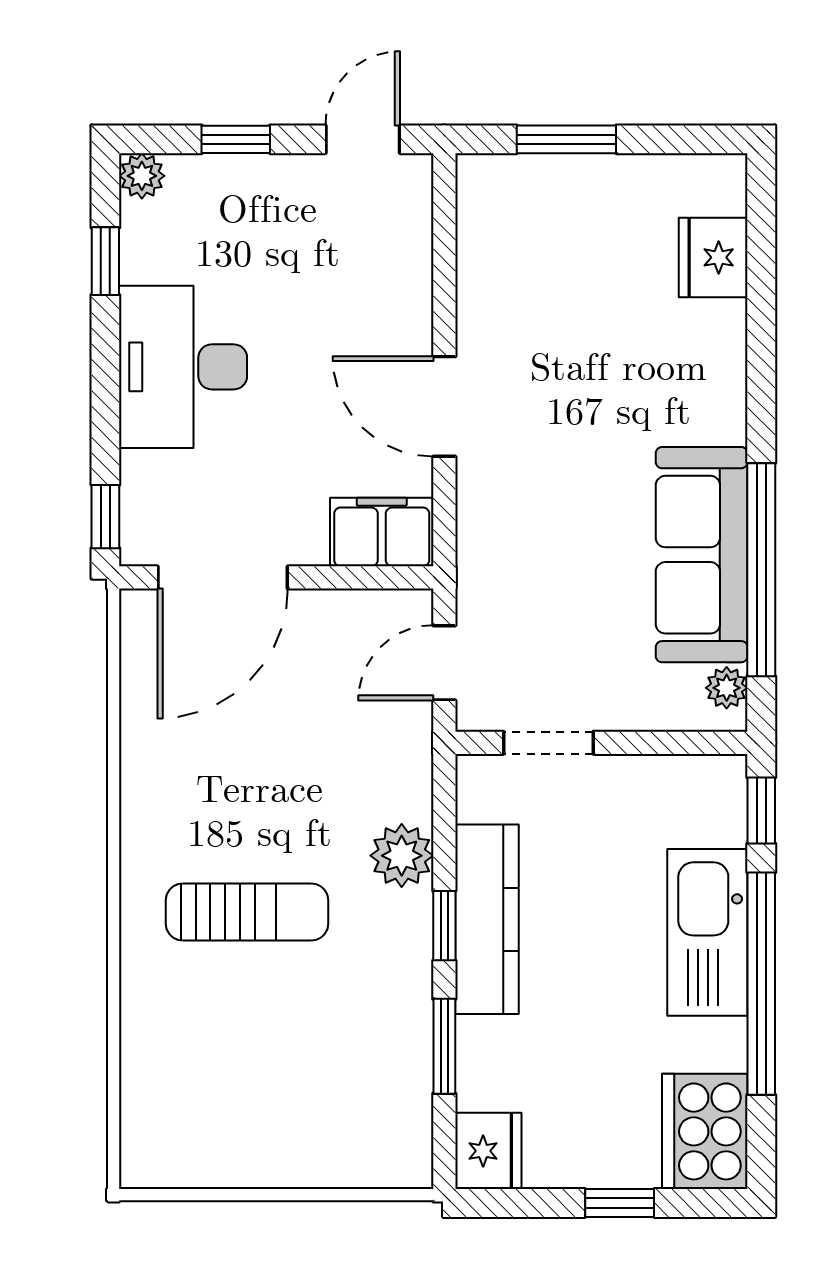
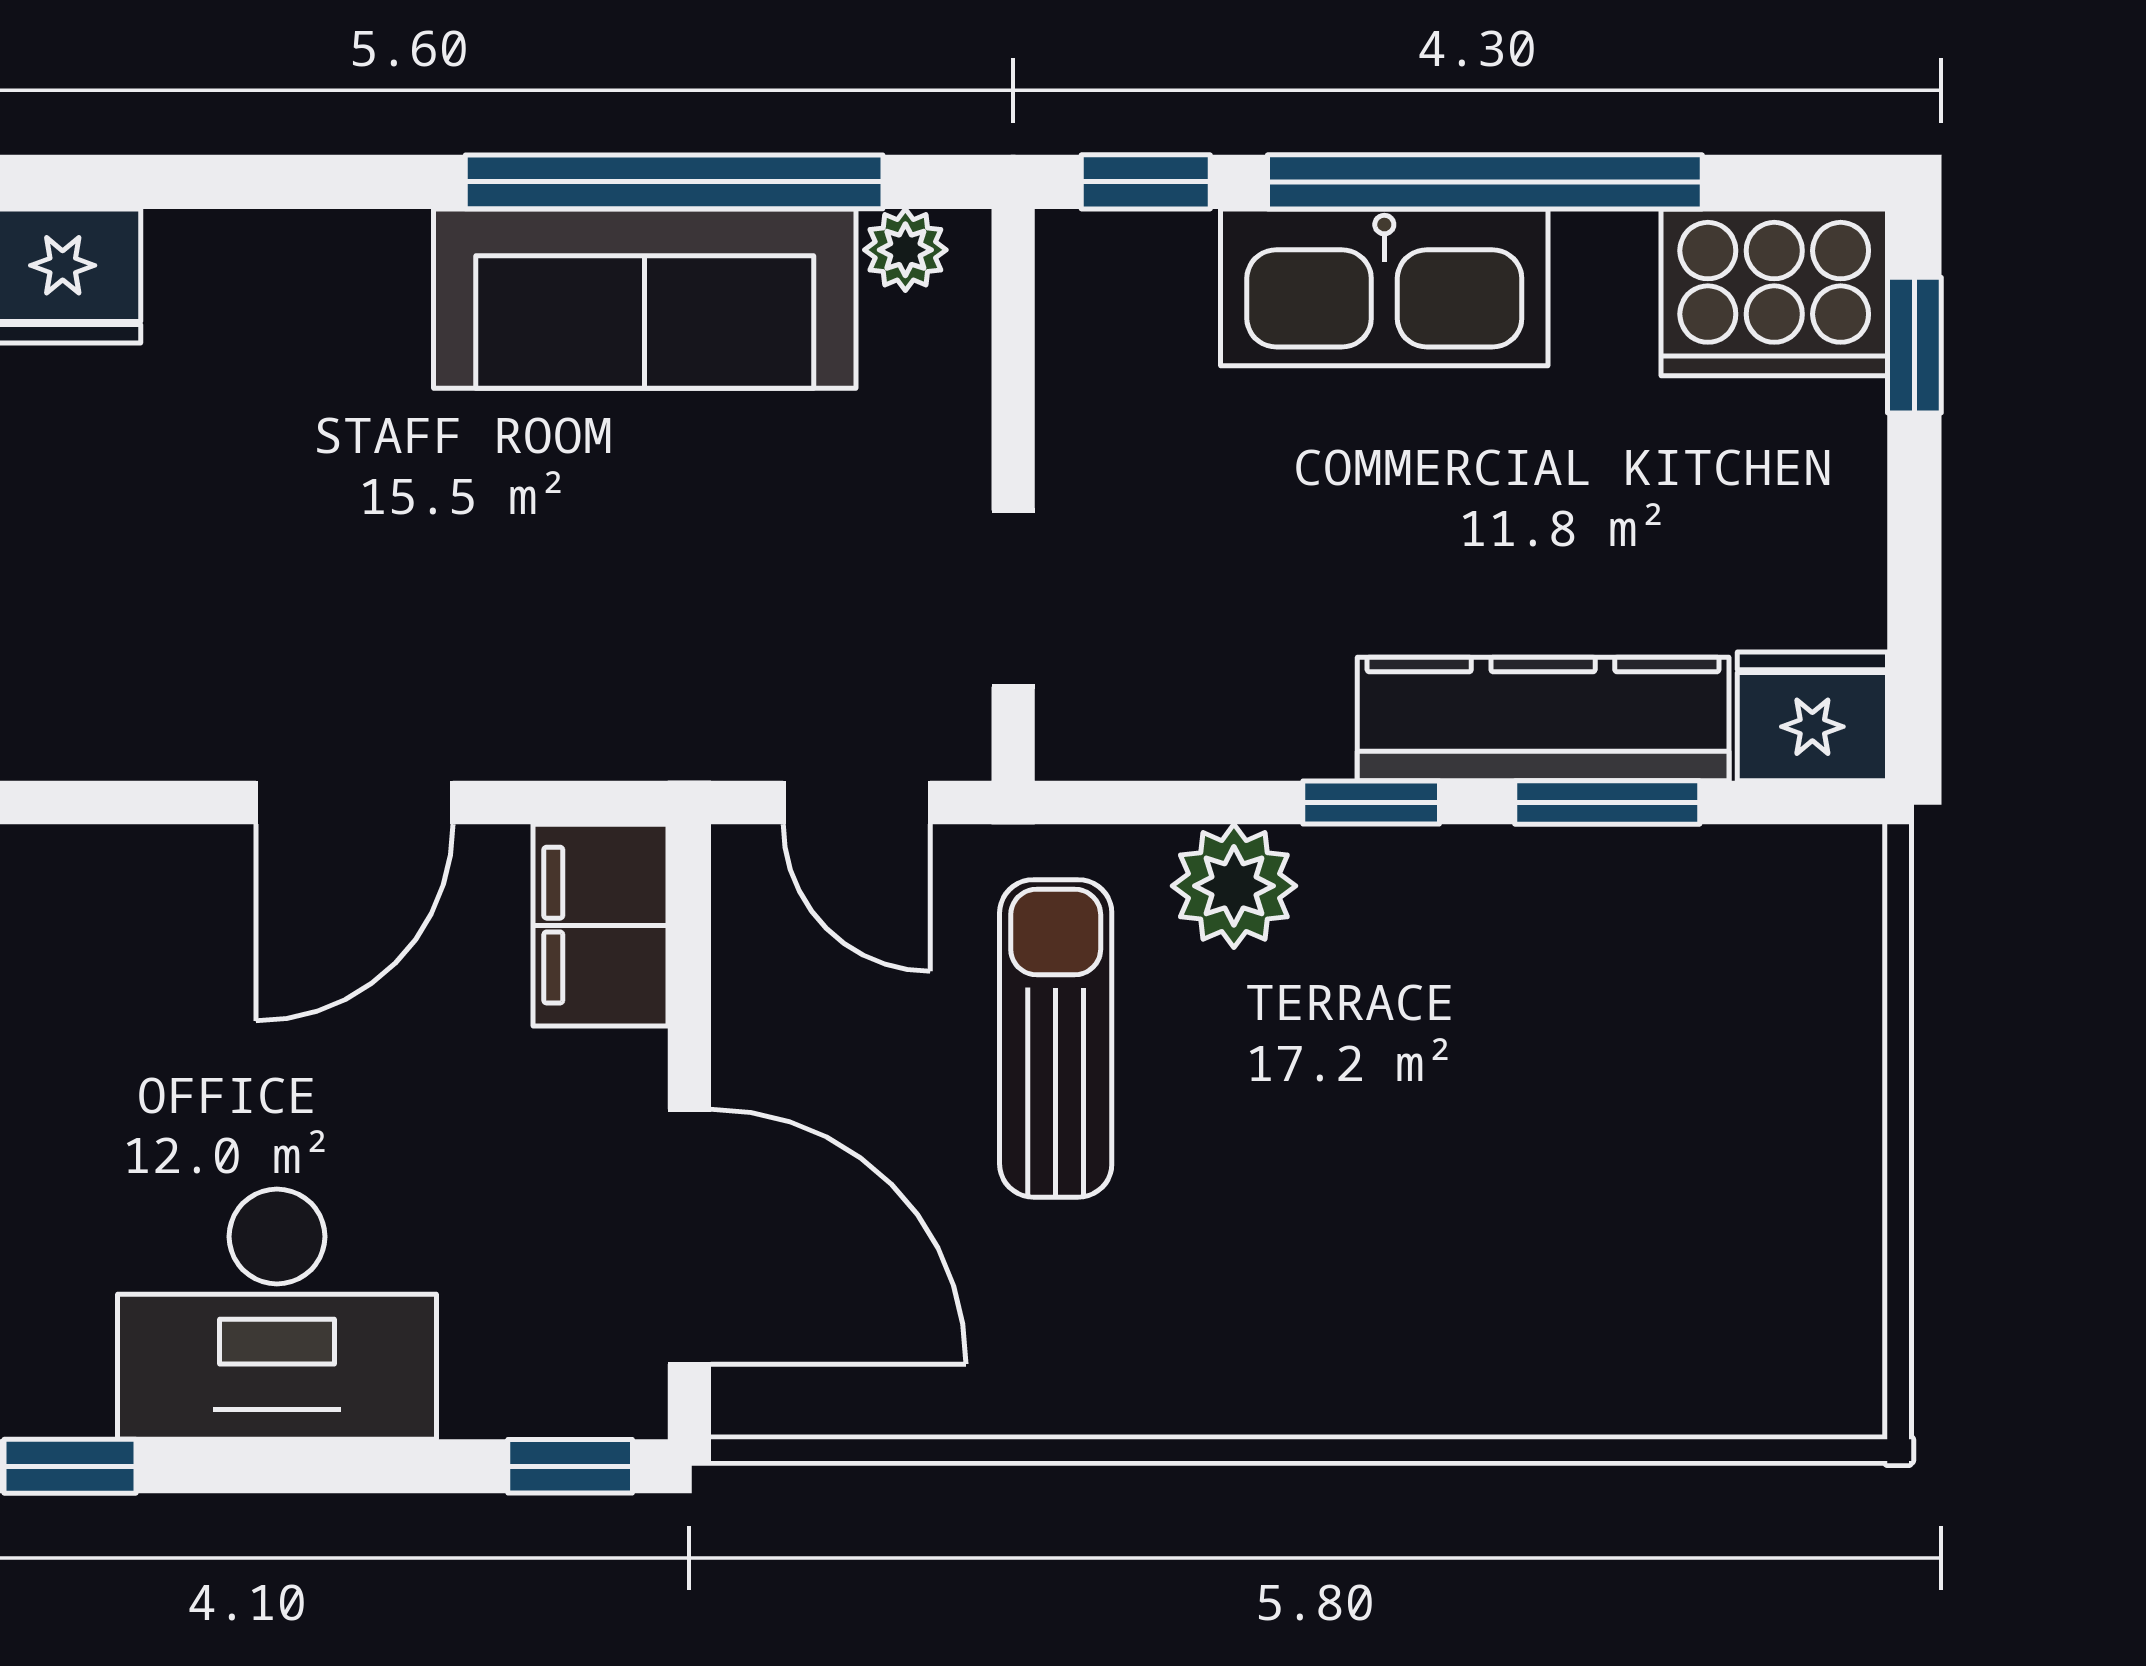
sun lounger: (247, 912) -> (1056, 1038), moved
kitchen counter: (487, 919) -> (1543, 719), moved
window: (620, 1203) -> (1914, 345), moved

